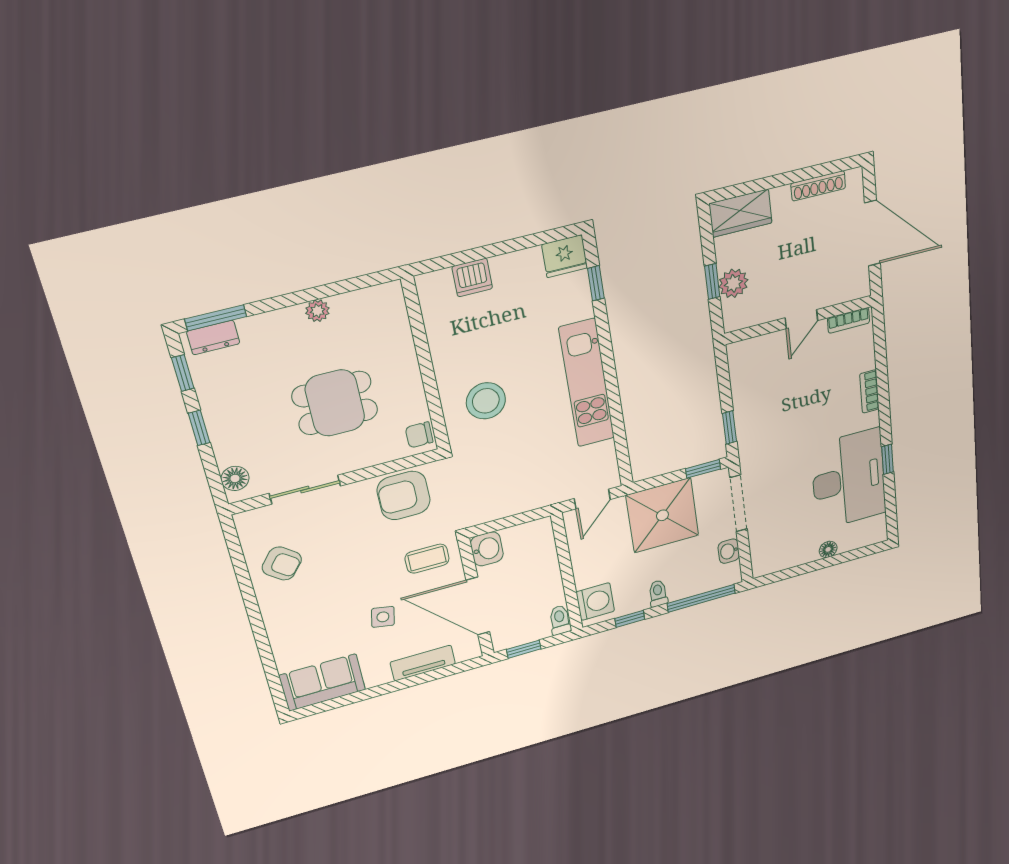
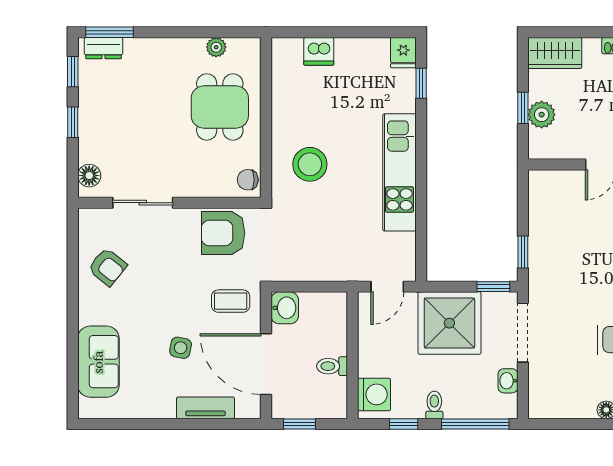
fridge: (565, 256) -> (403, 53), width x0.72
plant: (317, 311) -> (216, 47), moved
dining table: (335, 403) -> (220, 107), moved, turned 90
toilet: (560, 620) -> (332, 366), moved, turned -90
sofa: (322, 683) -> (98, 362), moved, turned 90

